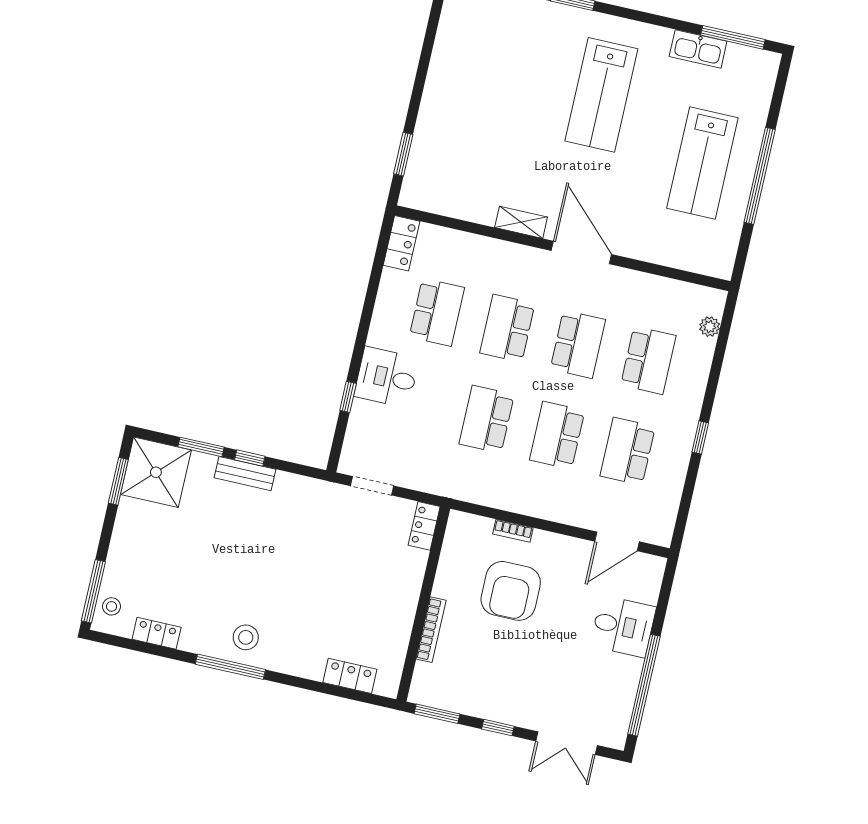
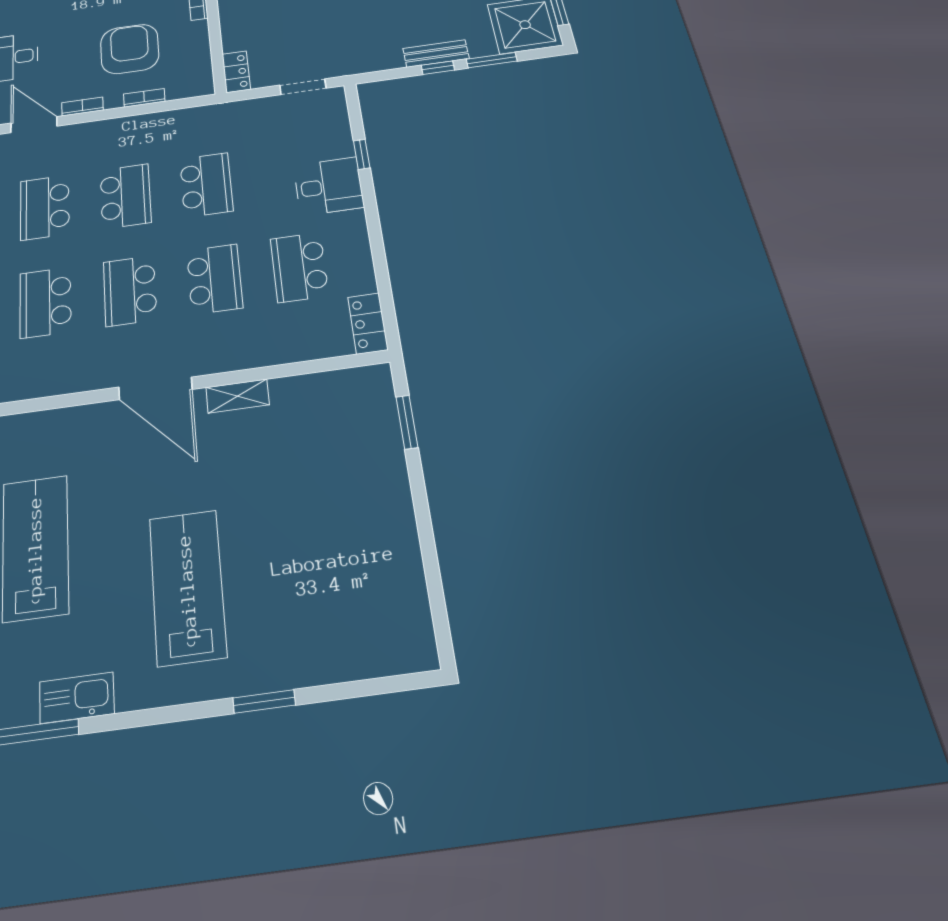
school desk: (628, 451) -> (45, 207), turned 180
door: (617, 541) -> (34, 125), hinge flipped
bookcase: (569, 544) -> (83, 106), added

